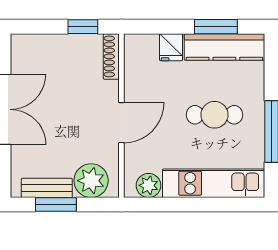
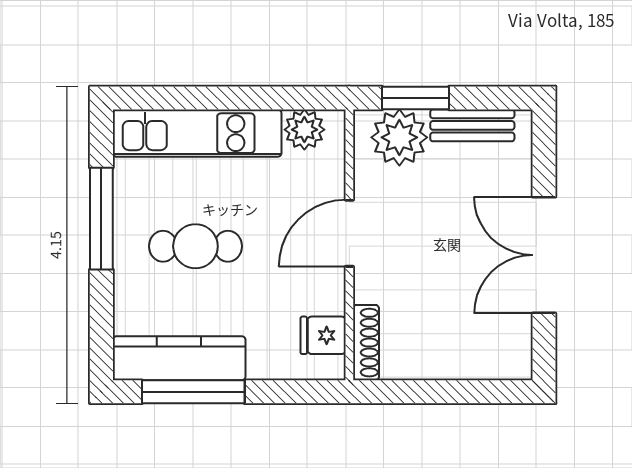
window: (83, 27) -> (413, 392), removed
window: (216, 27) -> (193, 392), width x1.44
fridge: (171, 47) -> (323, 335), moved, turned -90
window: (56, 205) -> (415, 98), moved

